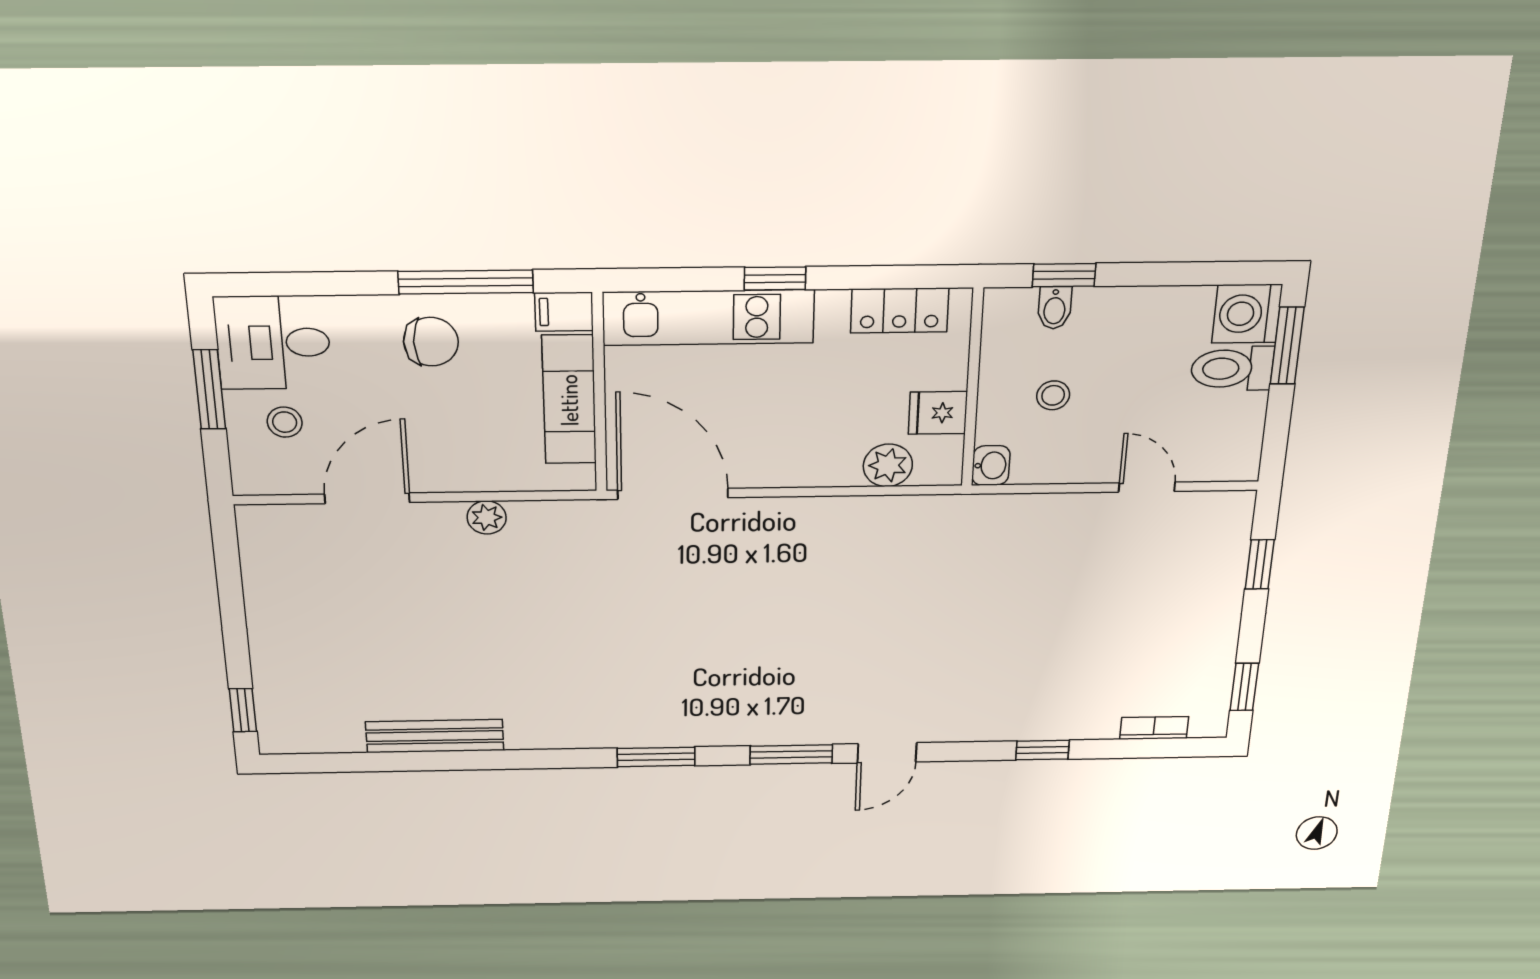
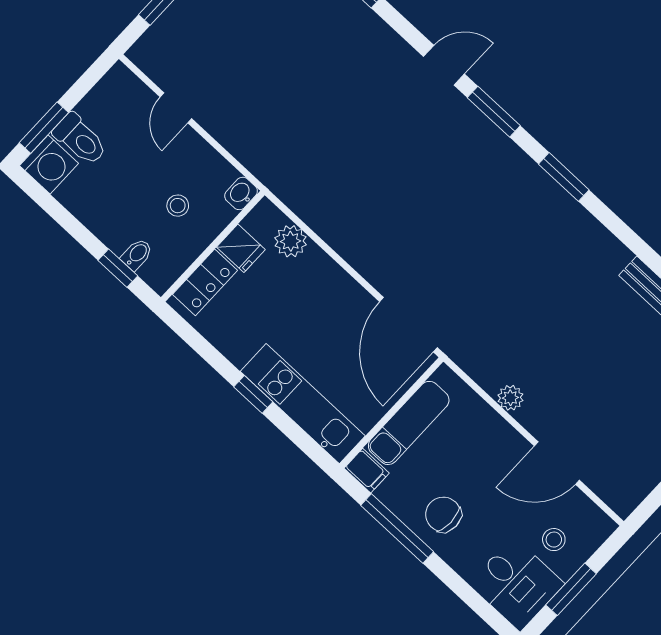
locker: (900, 310) -> (205, 282), moved, turned 90

